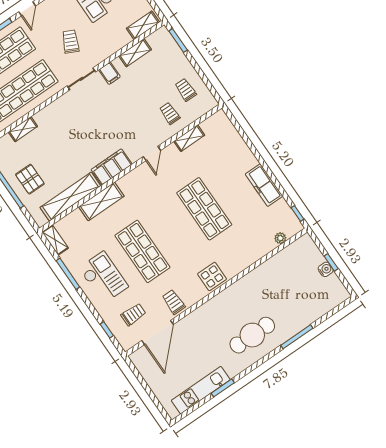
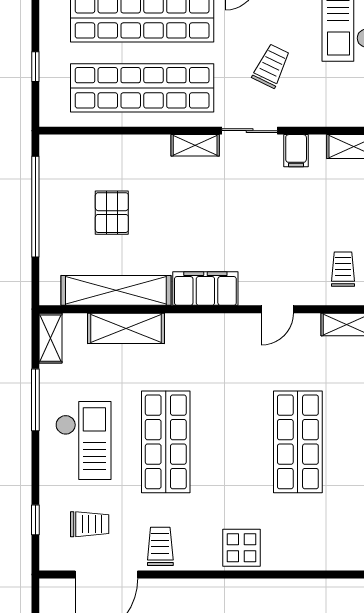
shelving: (23, 129) -> (195, 145), moved
pallet: (30, 179) -> (112, 213), moved
shelving: (101, 201) -> (126, 328), moved

